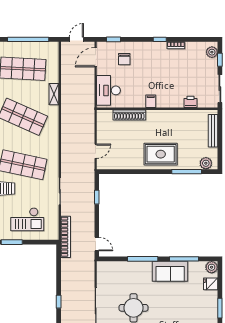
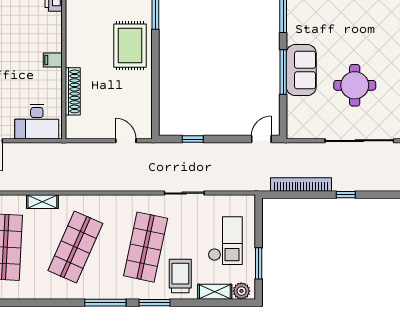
bookcase: (66, 237) -> (301, 184), moved
sofa: (170, 271) -> (301, 70), moved

